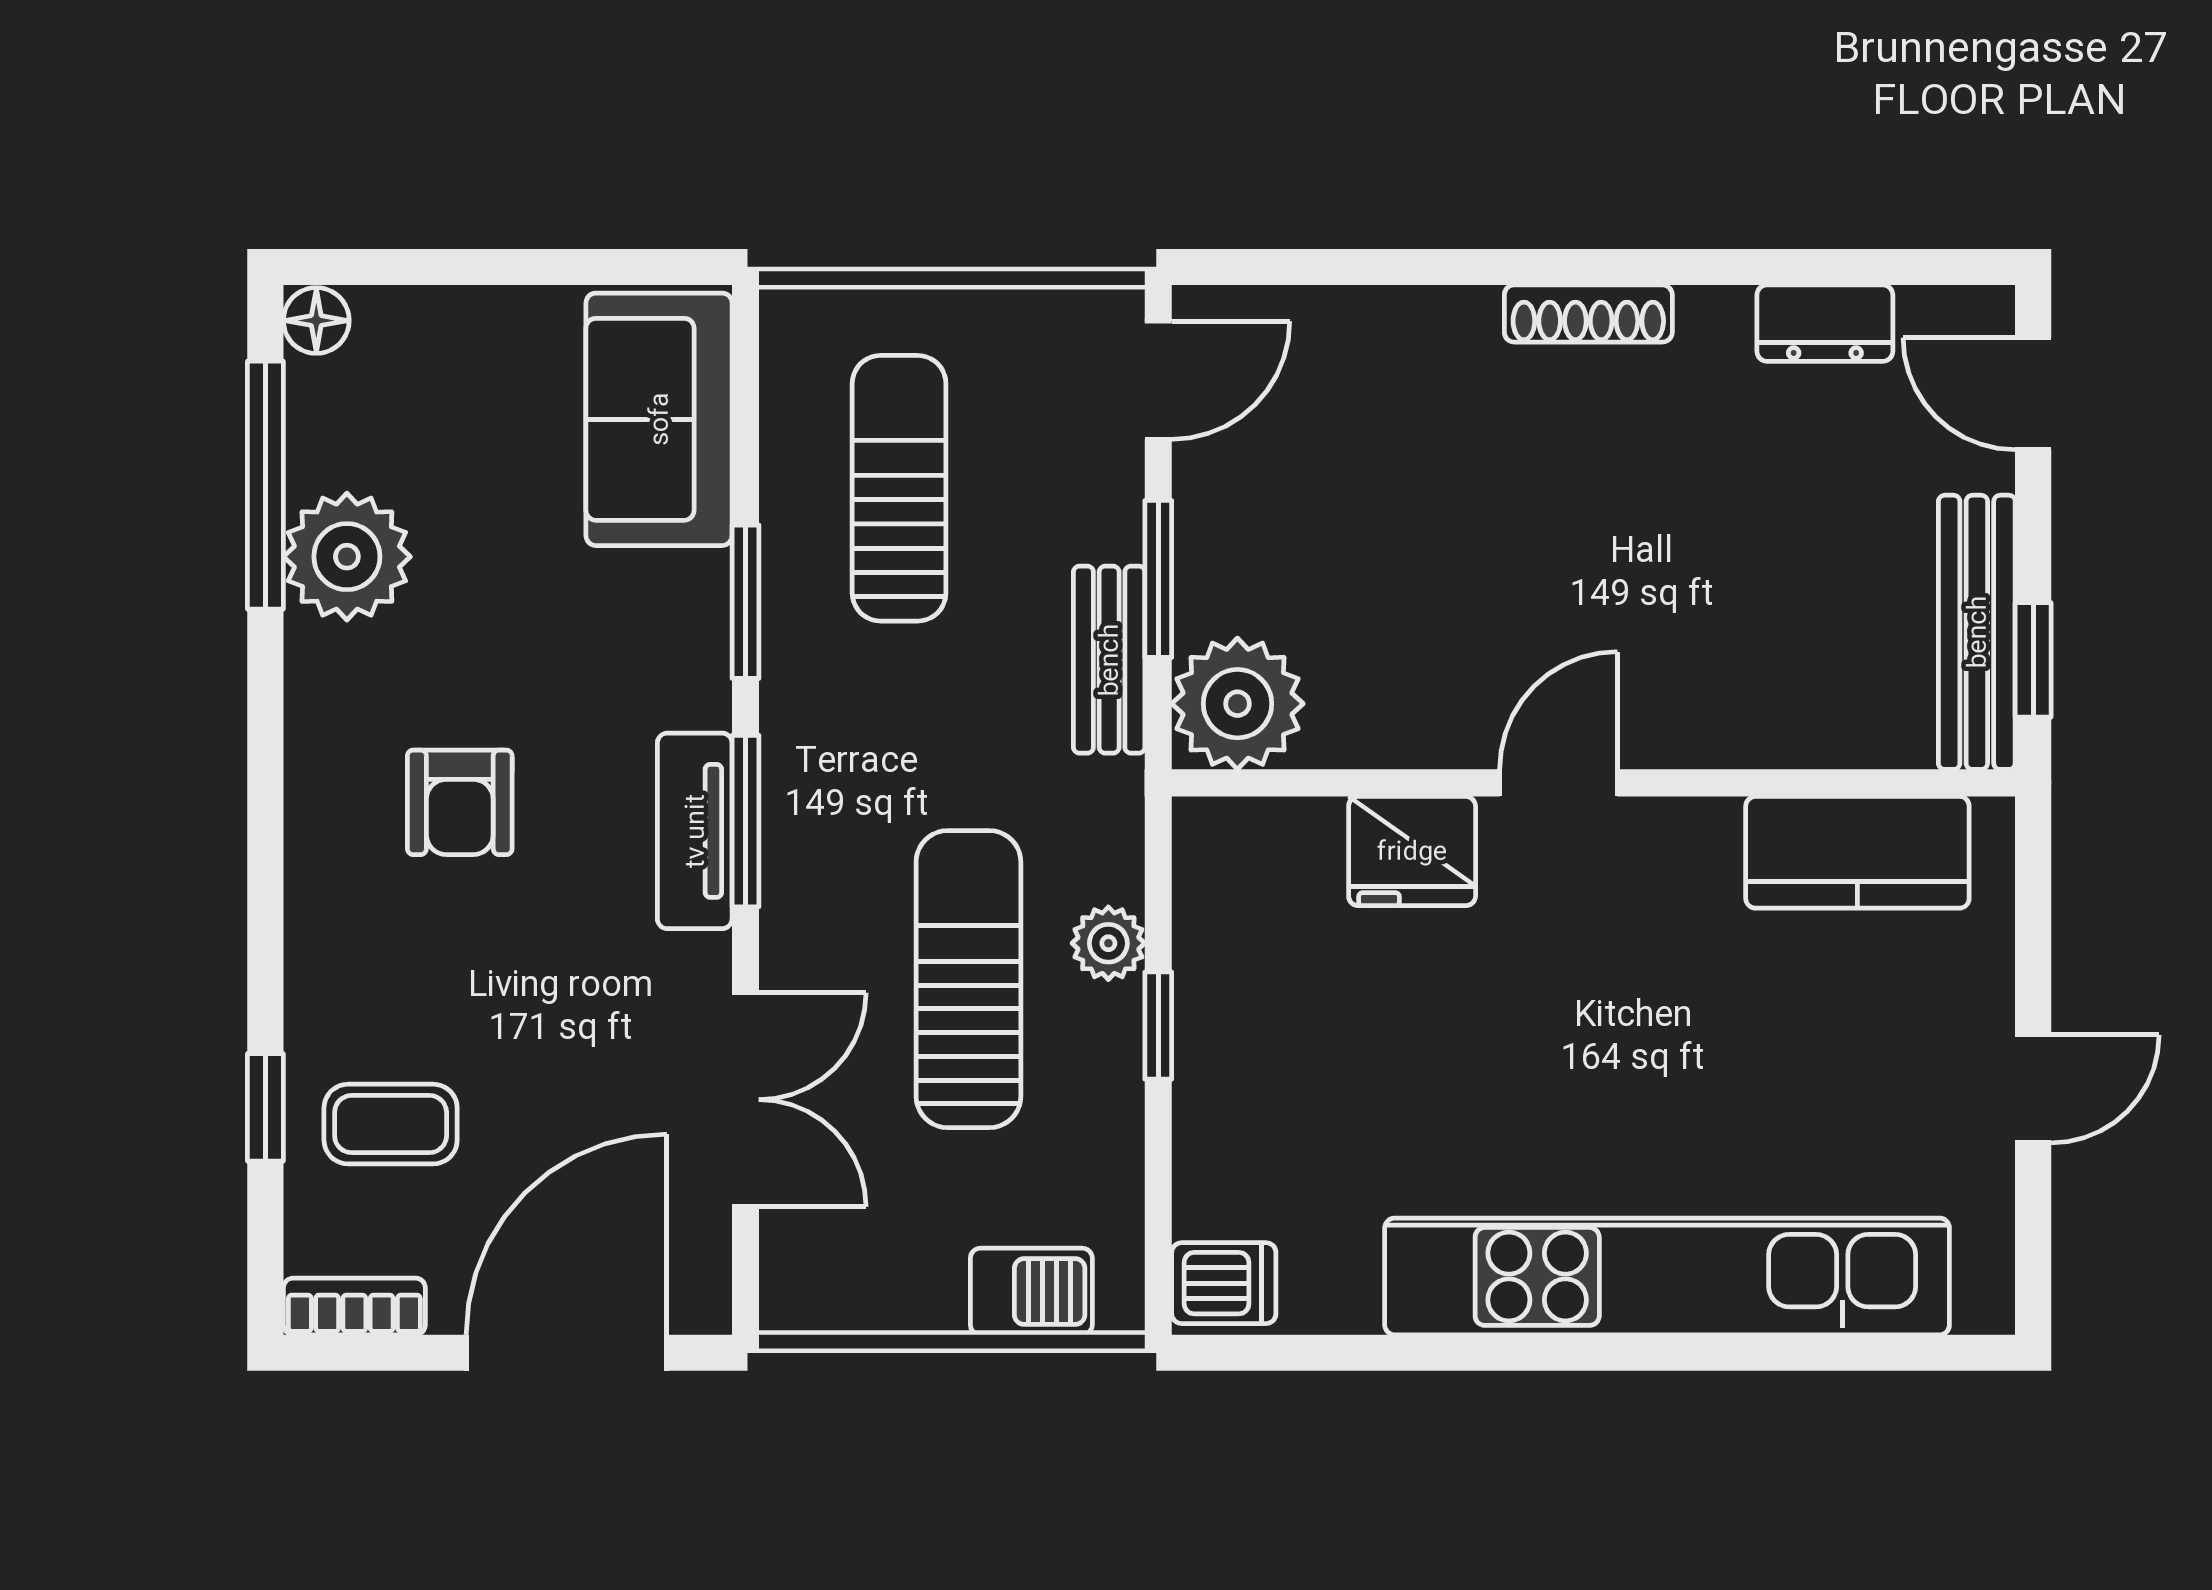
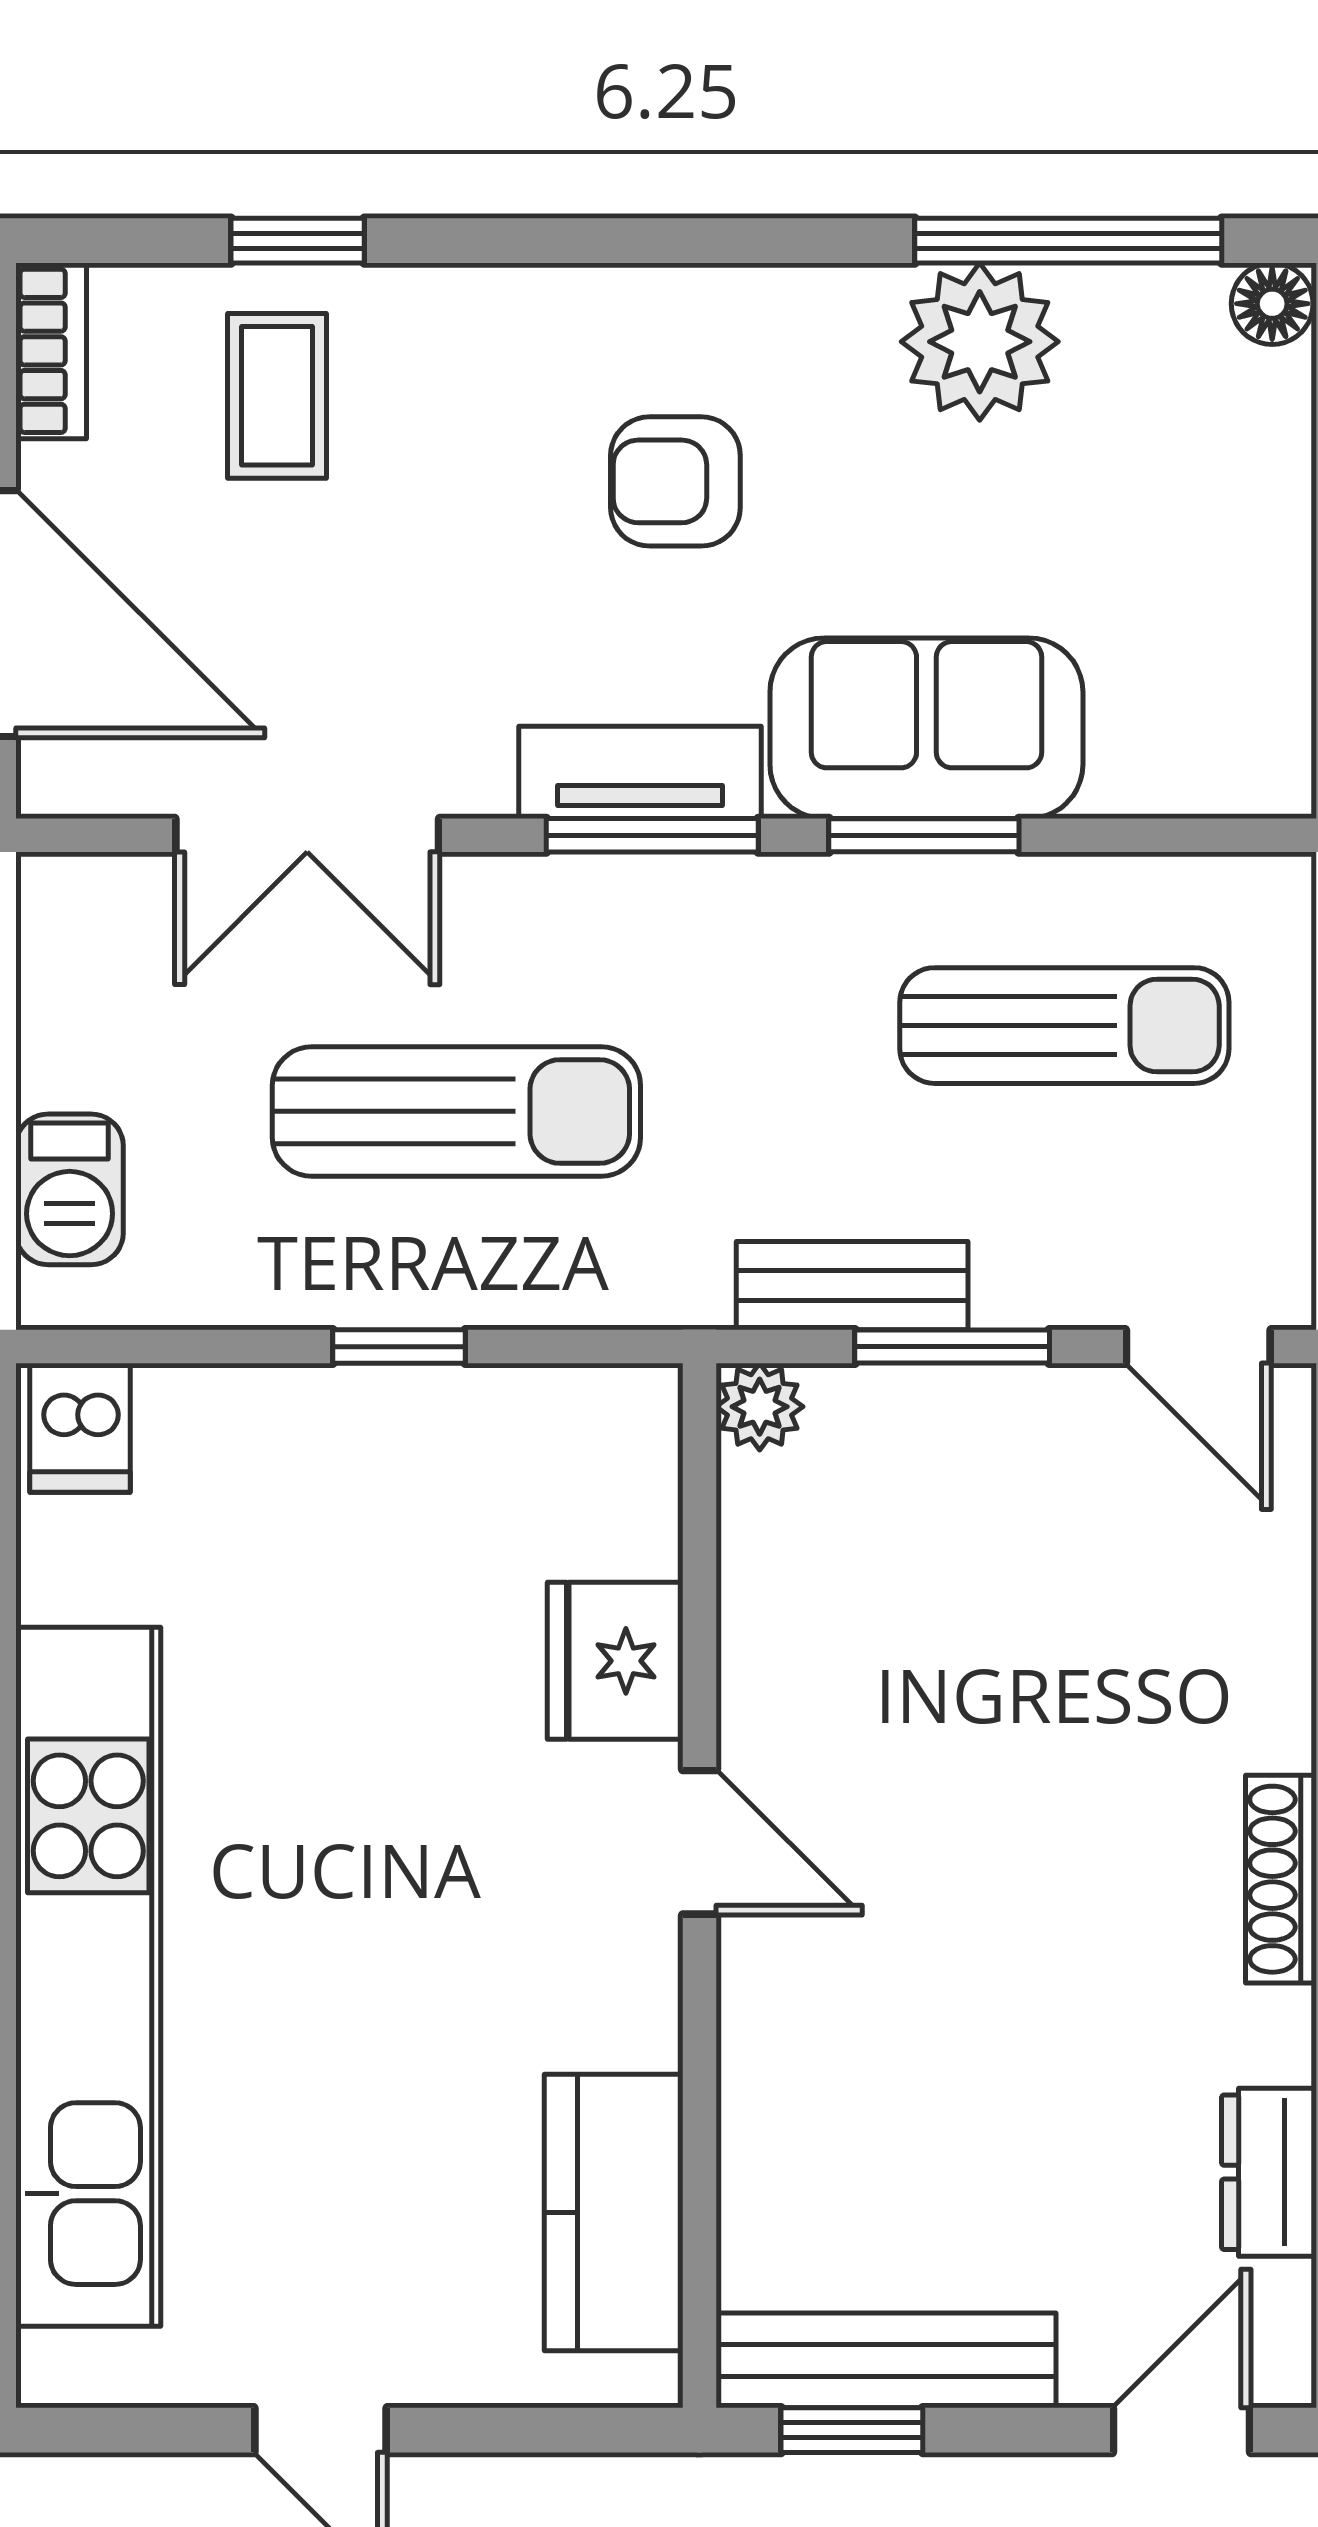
sofa: (659, 419) -> (926, 728), moved
plant: (1237, 704) -> (760, 1407), width x0.53, depth x0.53
plant: (1108, 943) -> (501, 1285), removed

